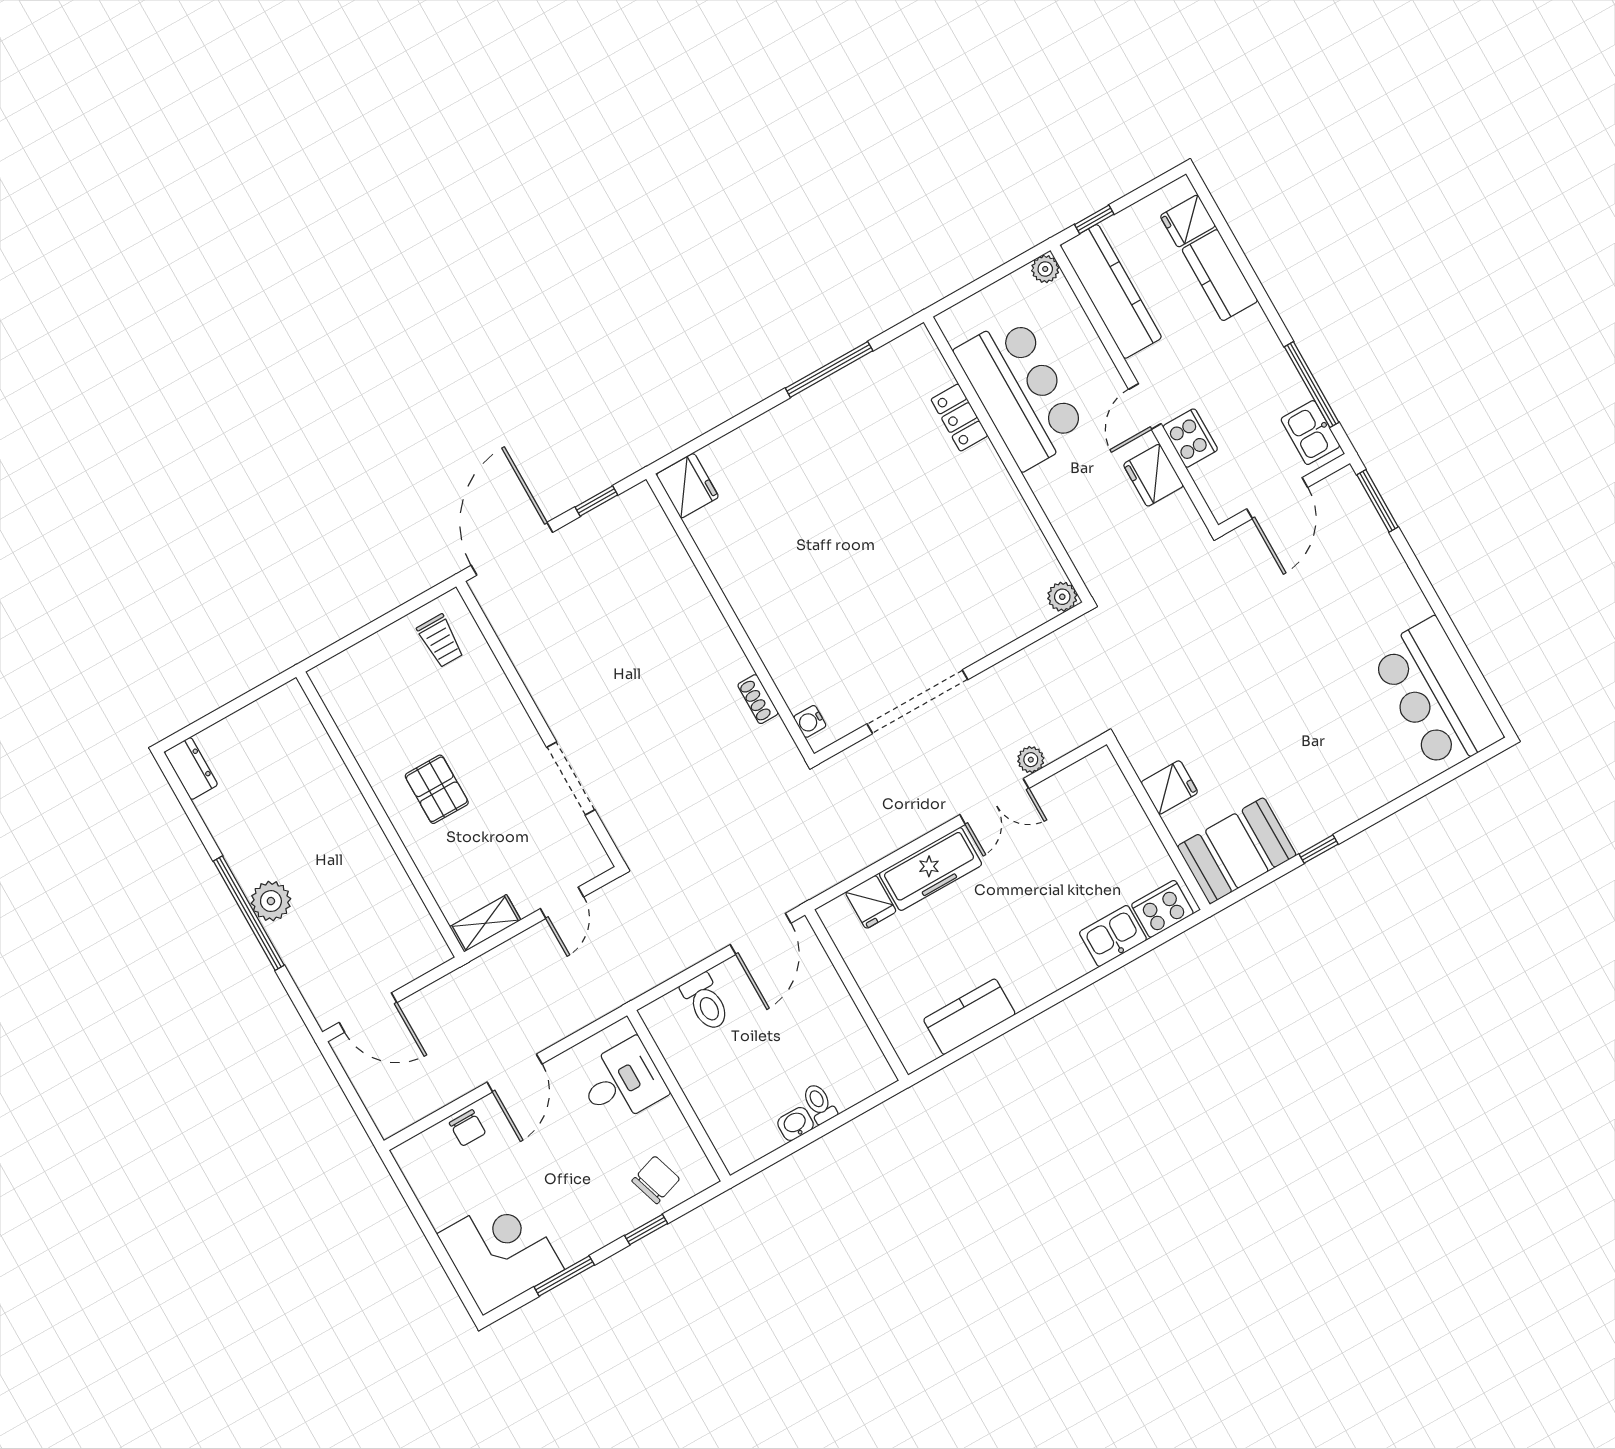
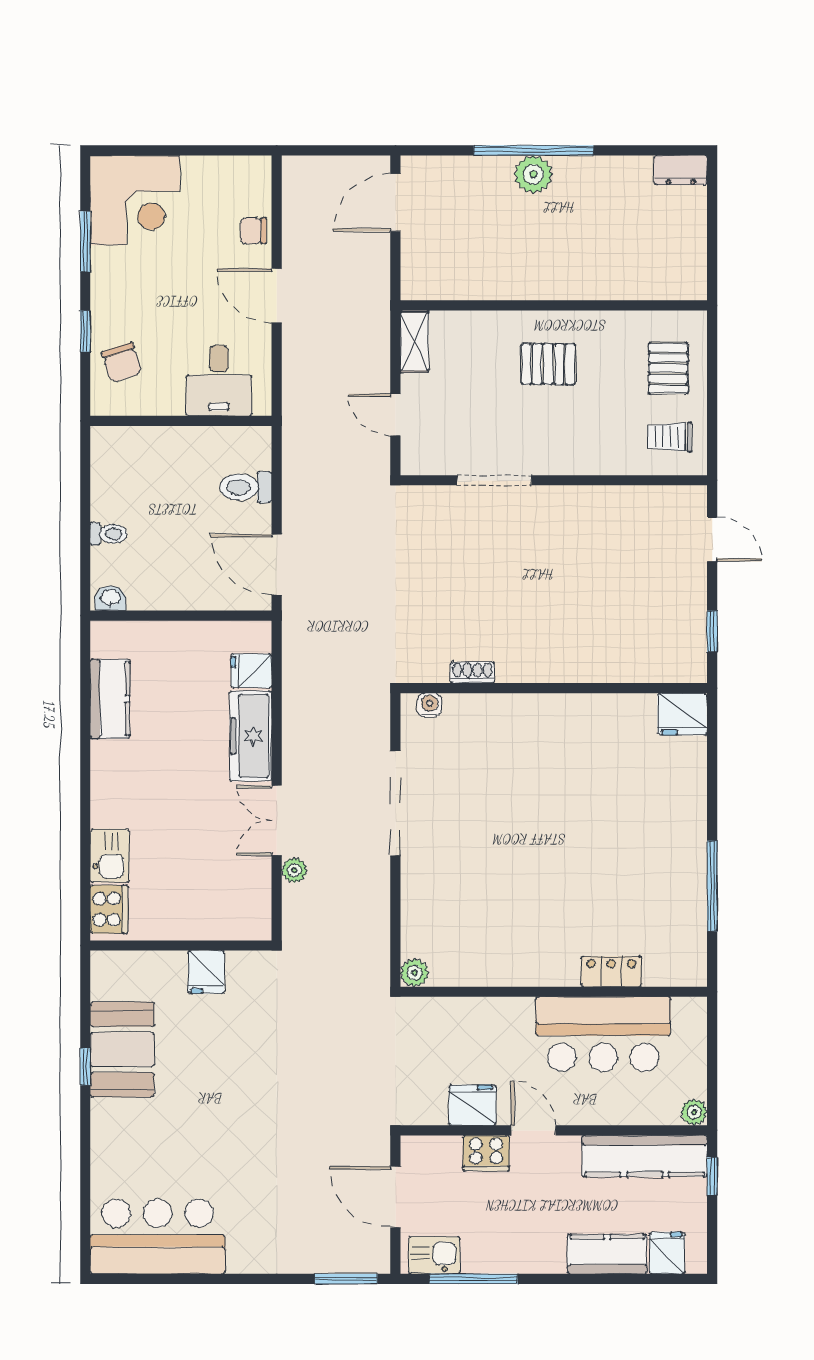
door: (512, 549) -> (712, 539), width x0.53
pallet: (378, 677) -> (668, 368), added
booth: (1237, 851) -> (122, 1050), moved
washbasin: (796, 1124) -> (110, 598), moved, turned -90

